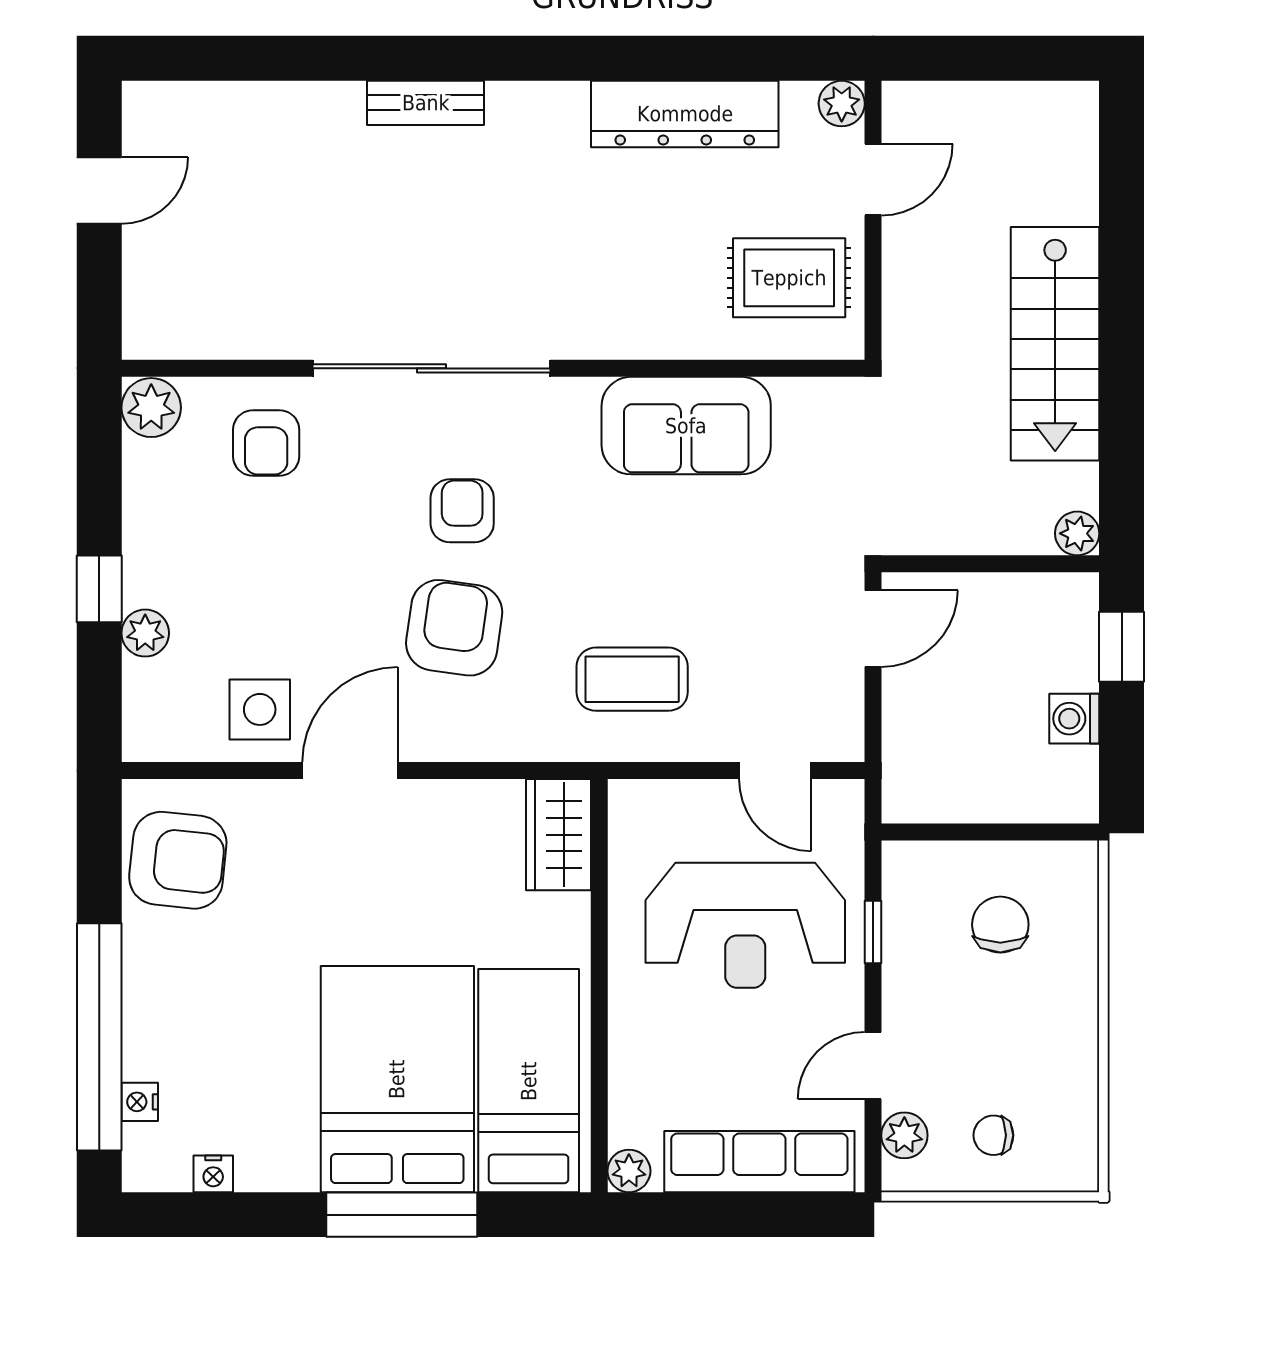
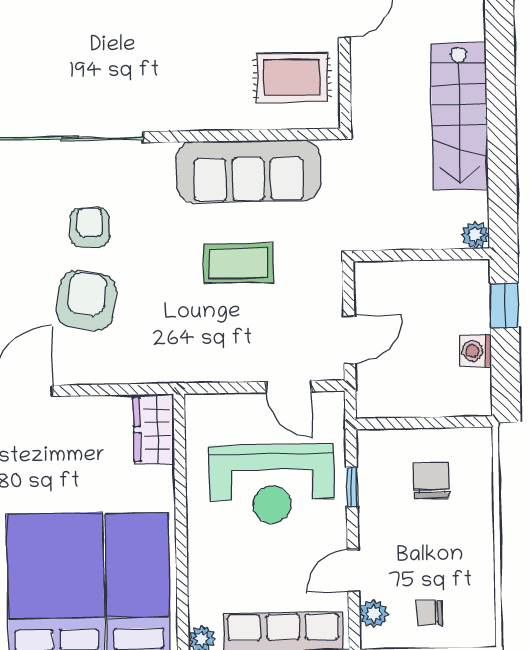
sofa: (686, 426) -> (248, 171), width x1.36
door: (873, 629) -> (349, 340), moved
coffee table: (632, 679) -> (239, 263), moved

